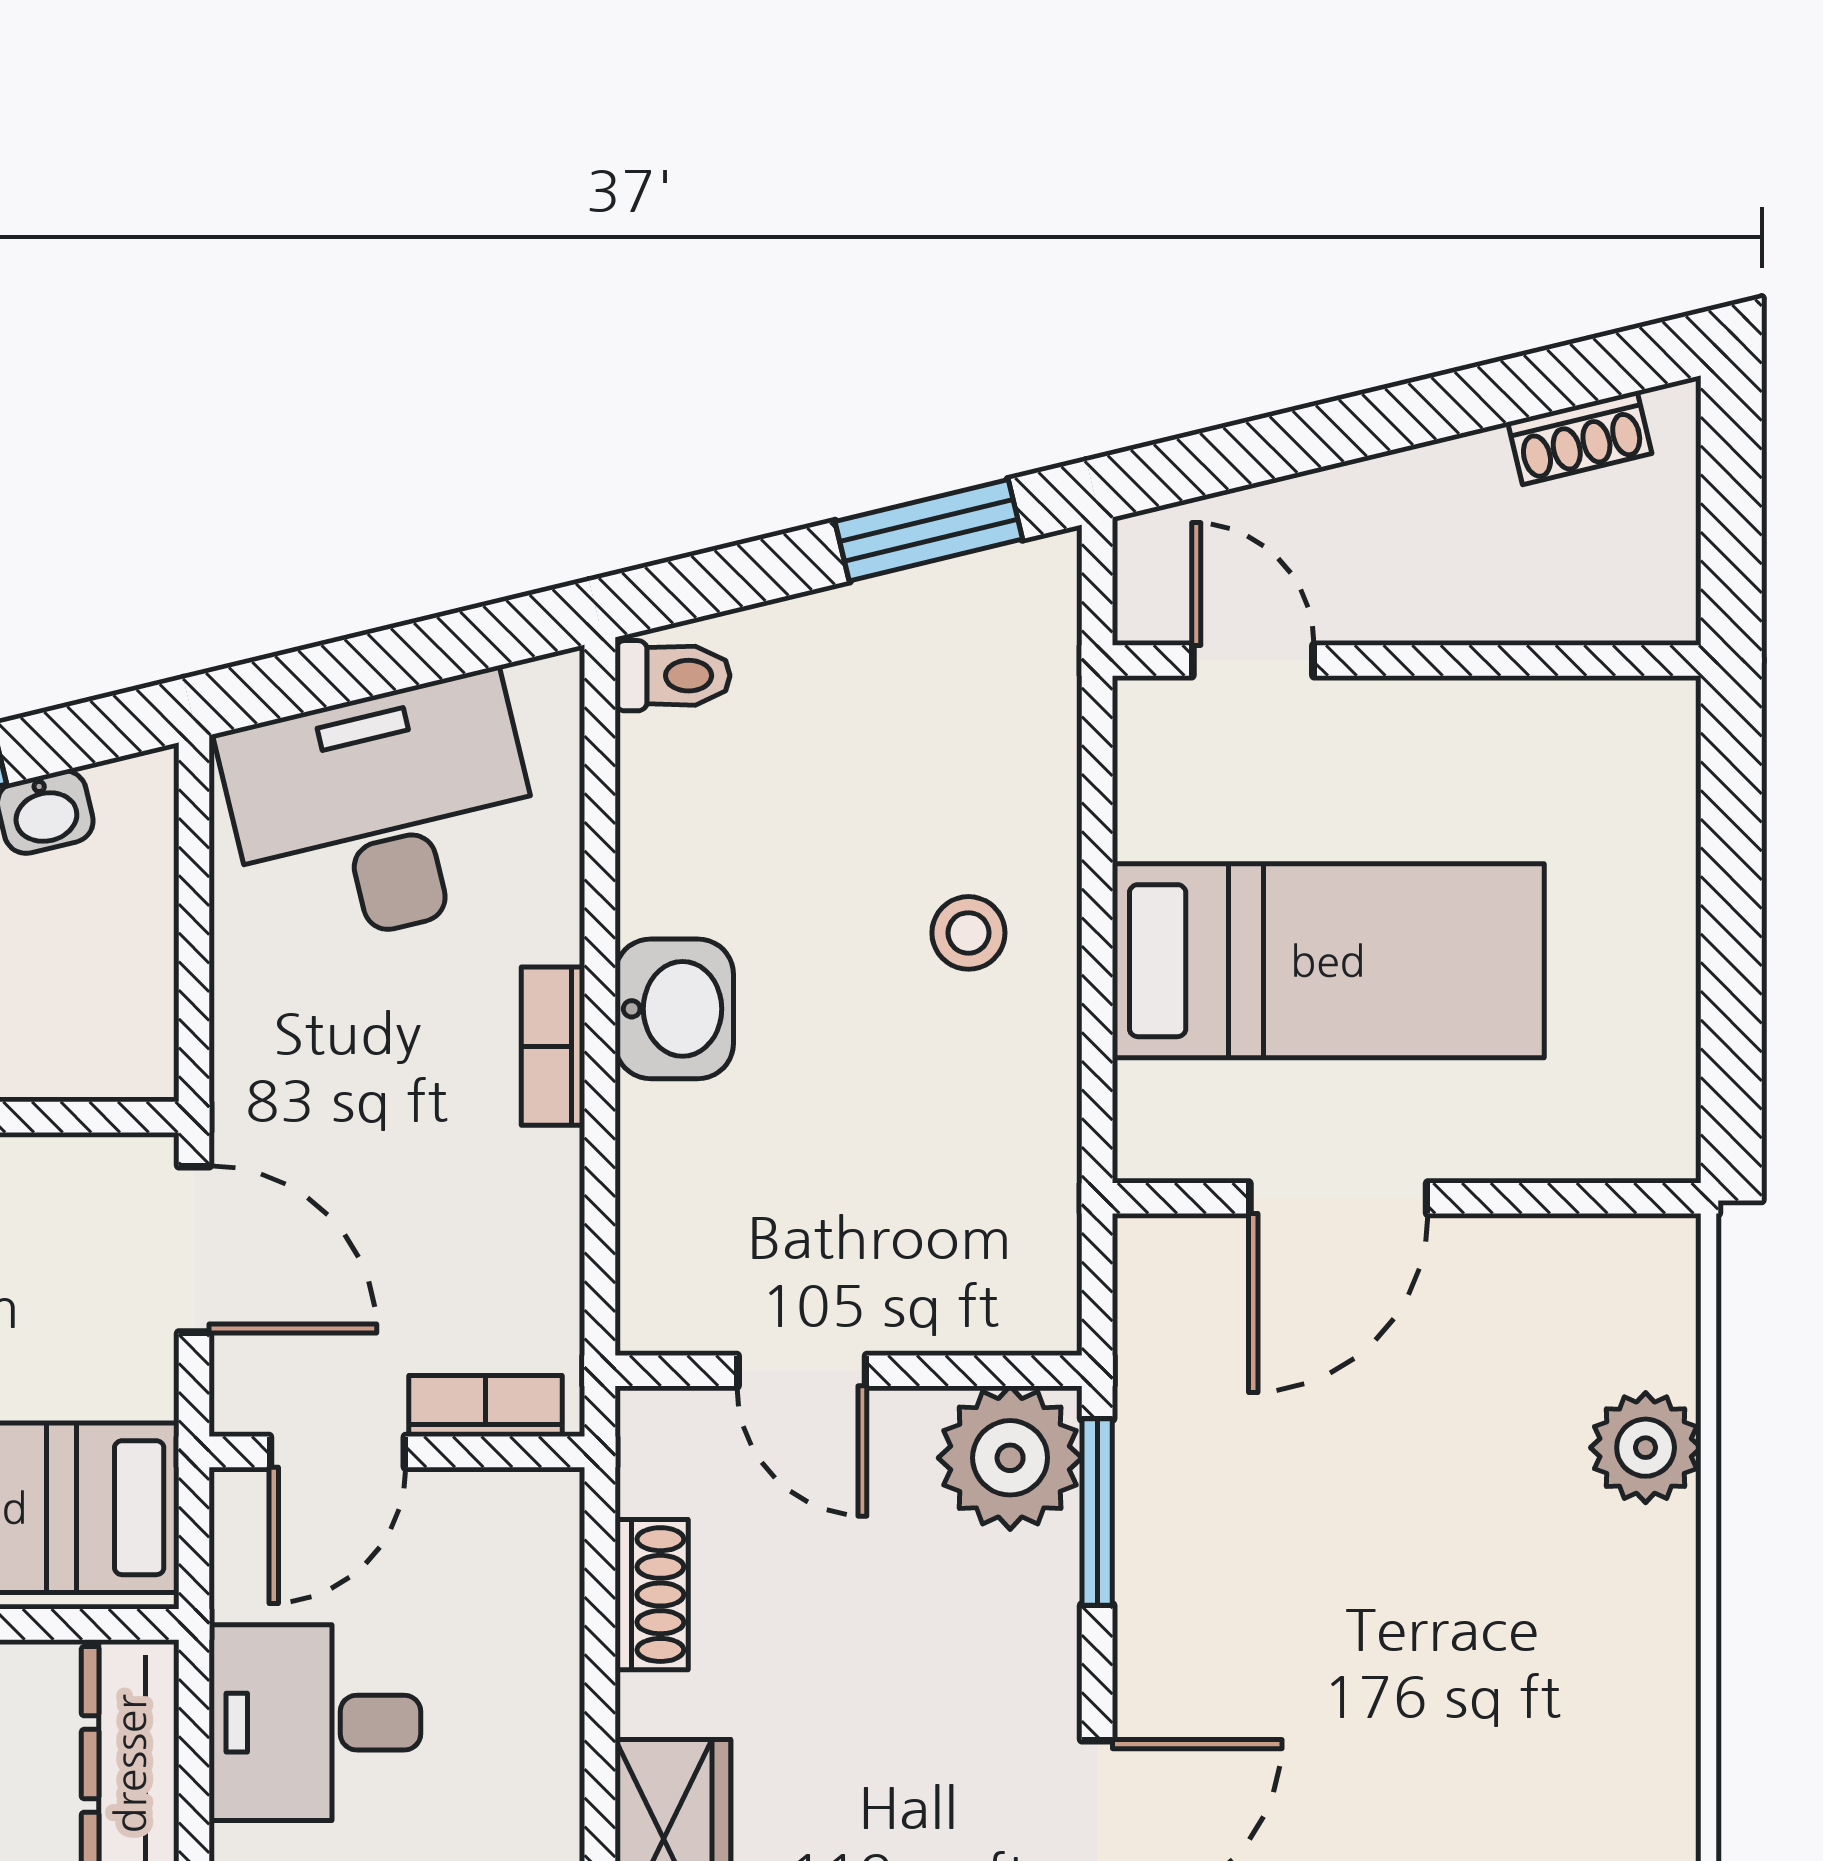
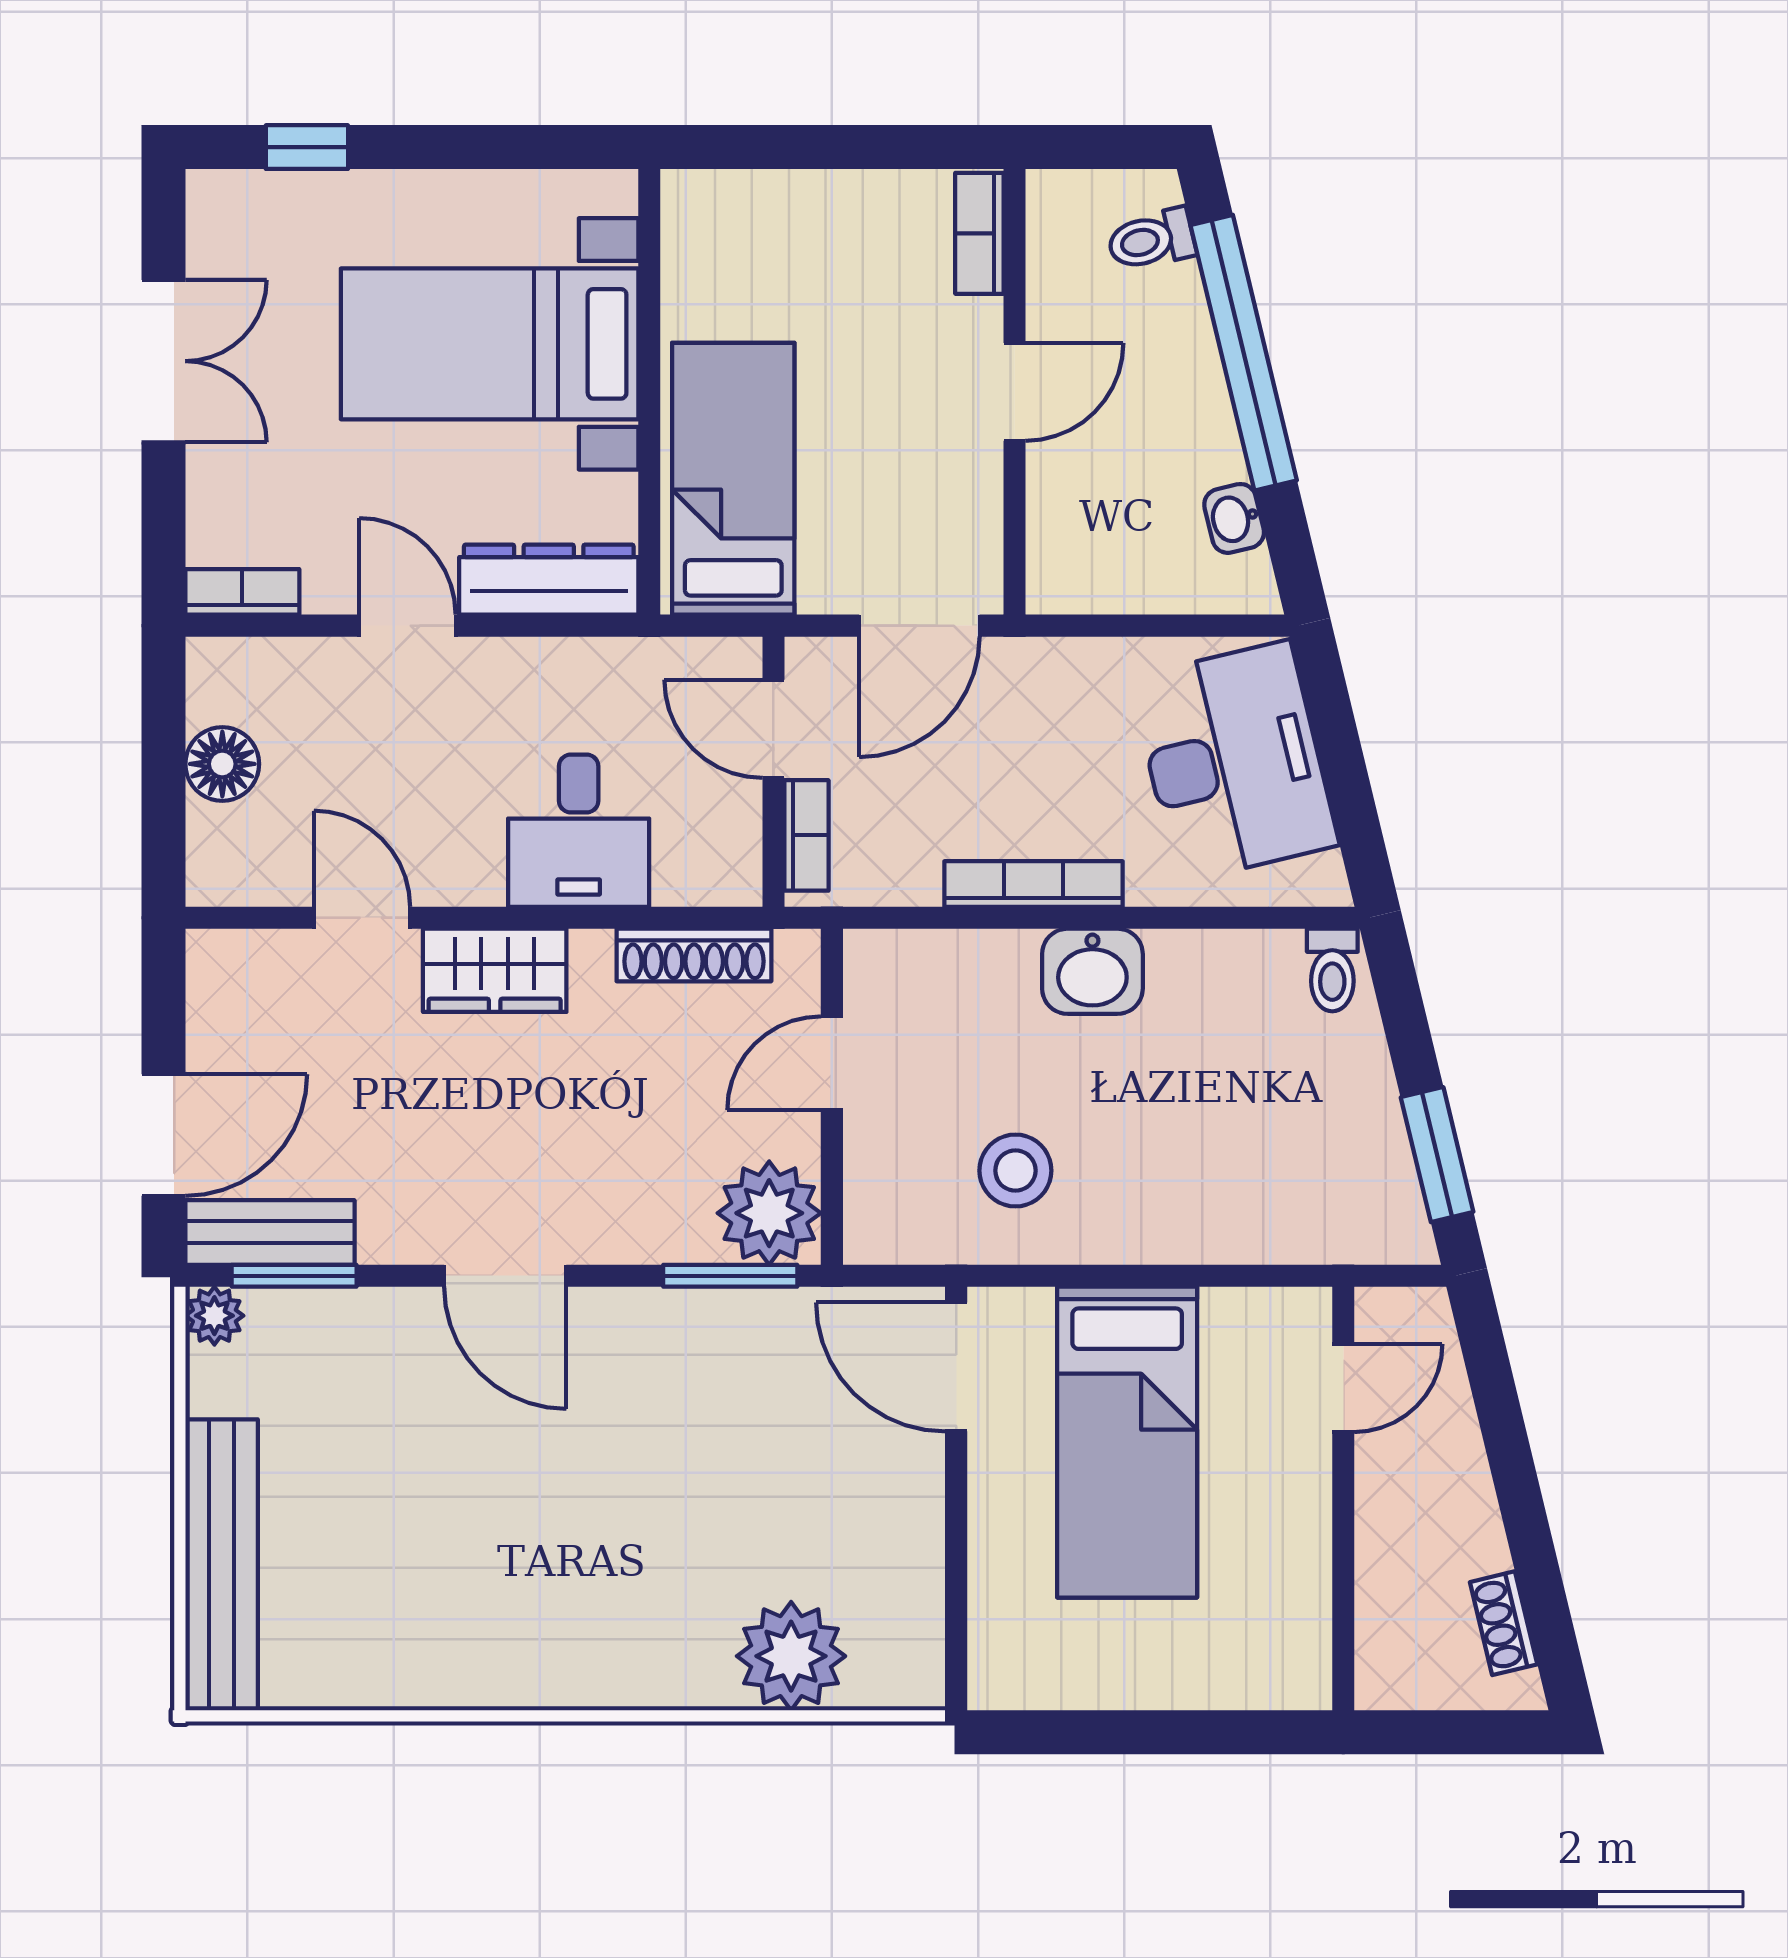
stool: (968, 933) -> (1015, 1171), moved, width x1.37, depth x1.37
bookcase: (553, 1046) -> (1034, 884), width x1.56
door: (1338, 1198) -> (956, 1367), moved
plant: (1646, 1448) -> (791, 1656), width x1.36, depth x1.36
shoe rack: (652, 1595) -> (694, 955), width x1.43
desk: (315, 1723) -> (579, 831), moved, turned 180

